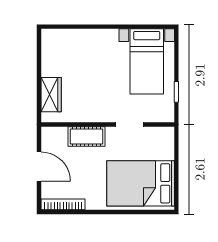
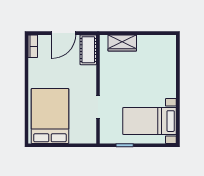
cot: (86, 137) -> (88, 50), moved
bookcase: (63, 204) -> (33, 46), width x0.64

